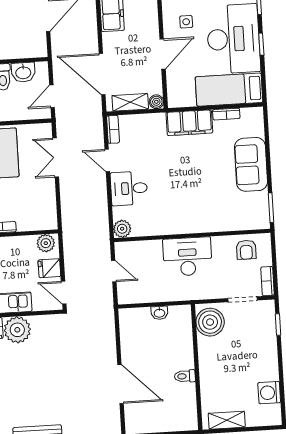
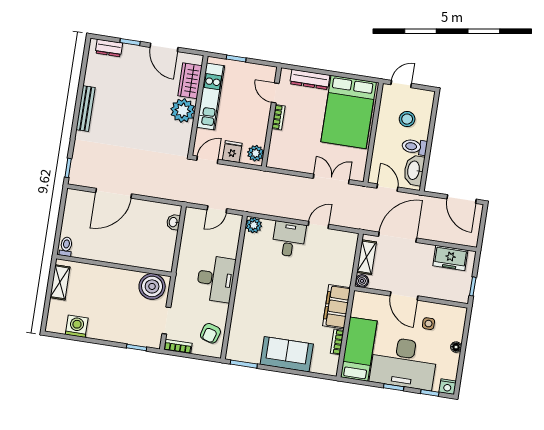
washbasin: (23, 72) -> (414, 170), width x1.38
bookcase: (113, 129) -> (345, 236), removed
armchair: (246, 250) -> (210, 333), turned -74
washbasin: (159, 313) -> (173, 222), moved
toilet: (185, 376) -> (66, 247), moved

